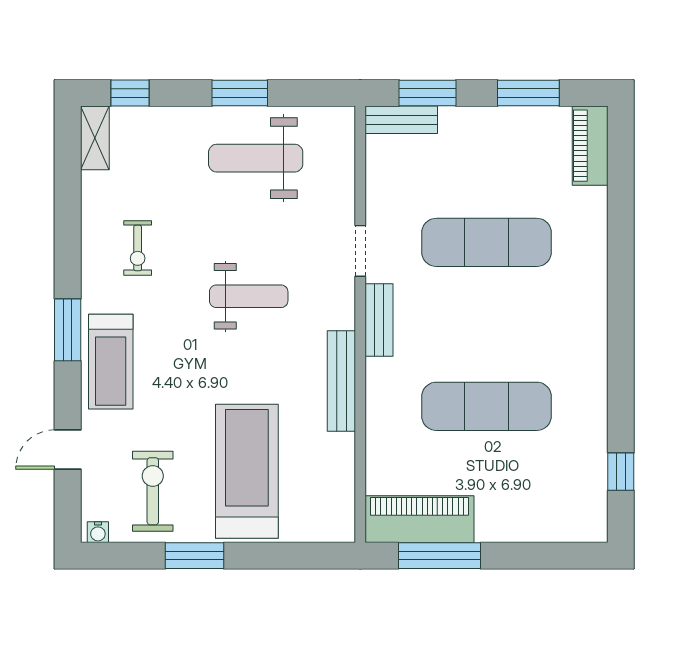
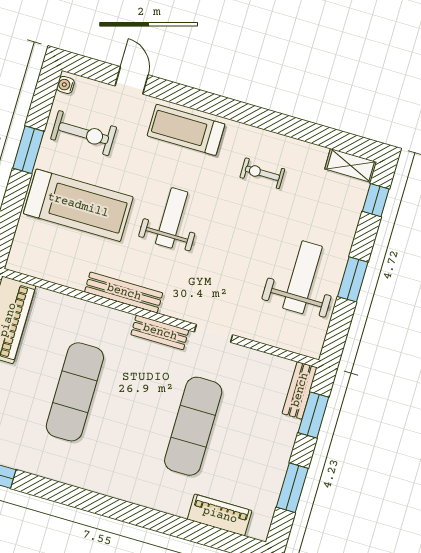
piano: (590, 146) -> (220, 515), moved
weight bench: (249, 296) -> (172, 218), moved, turned 180
window: (68, 330) -> (218, 105), removed

